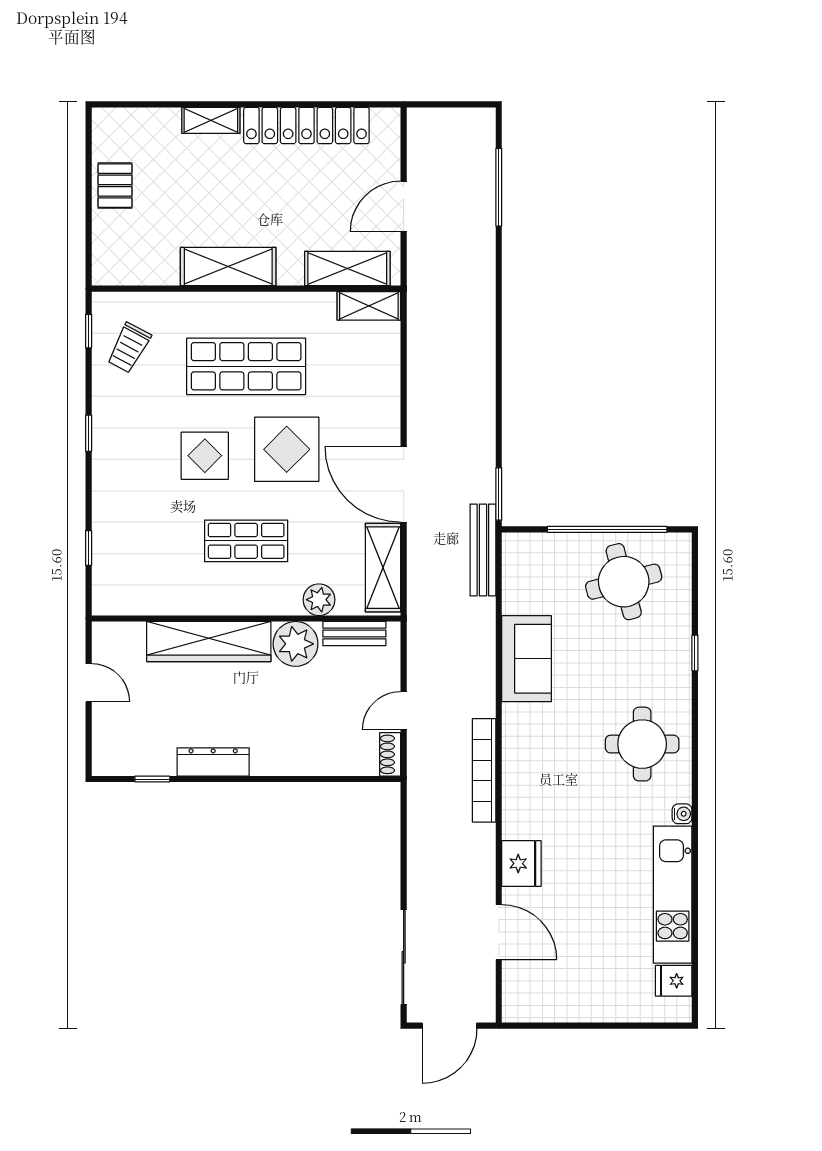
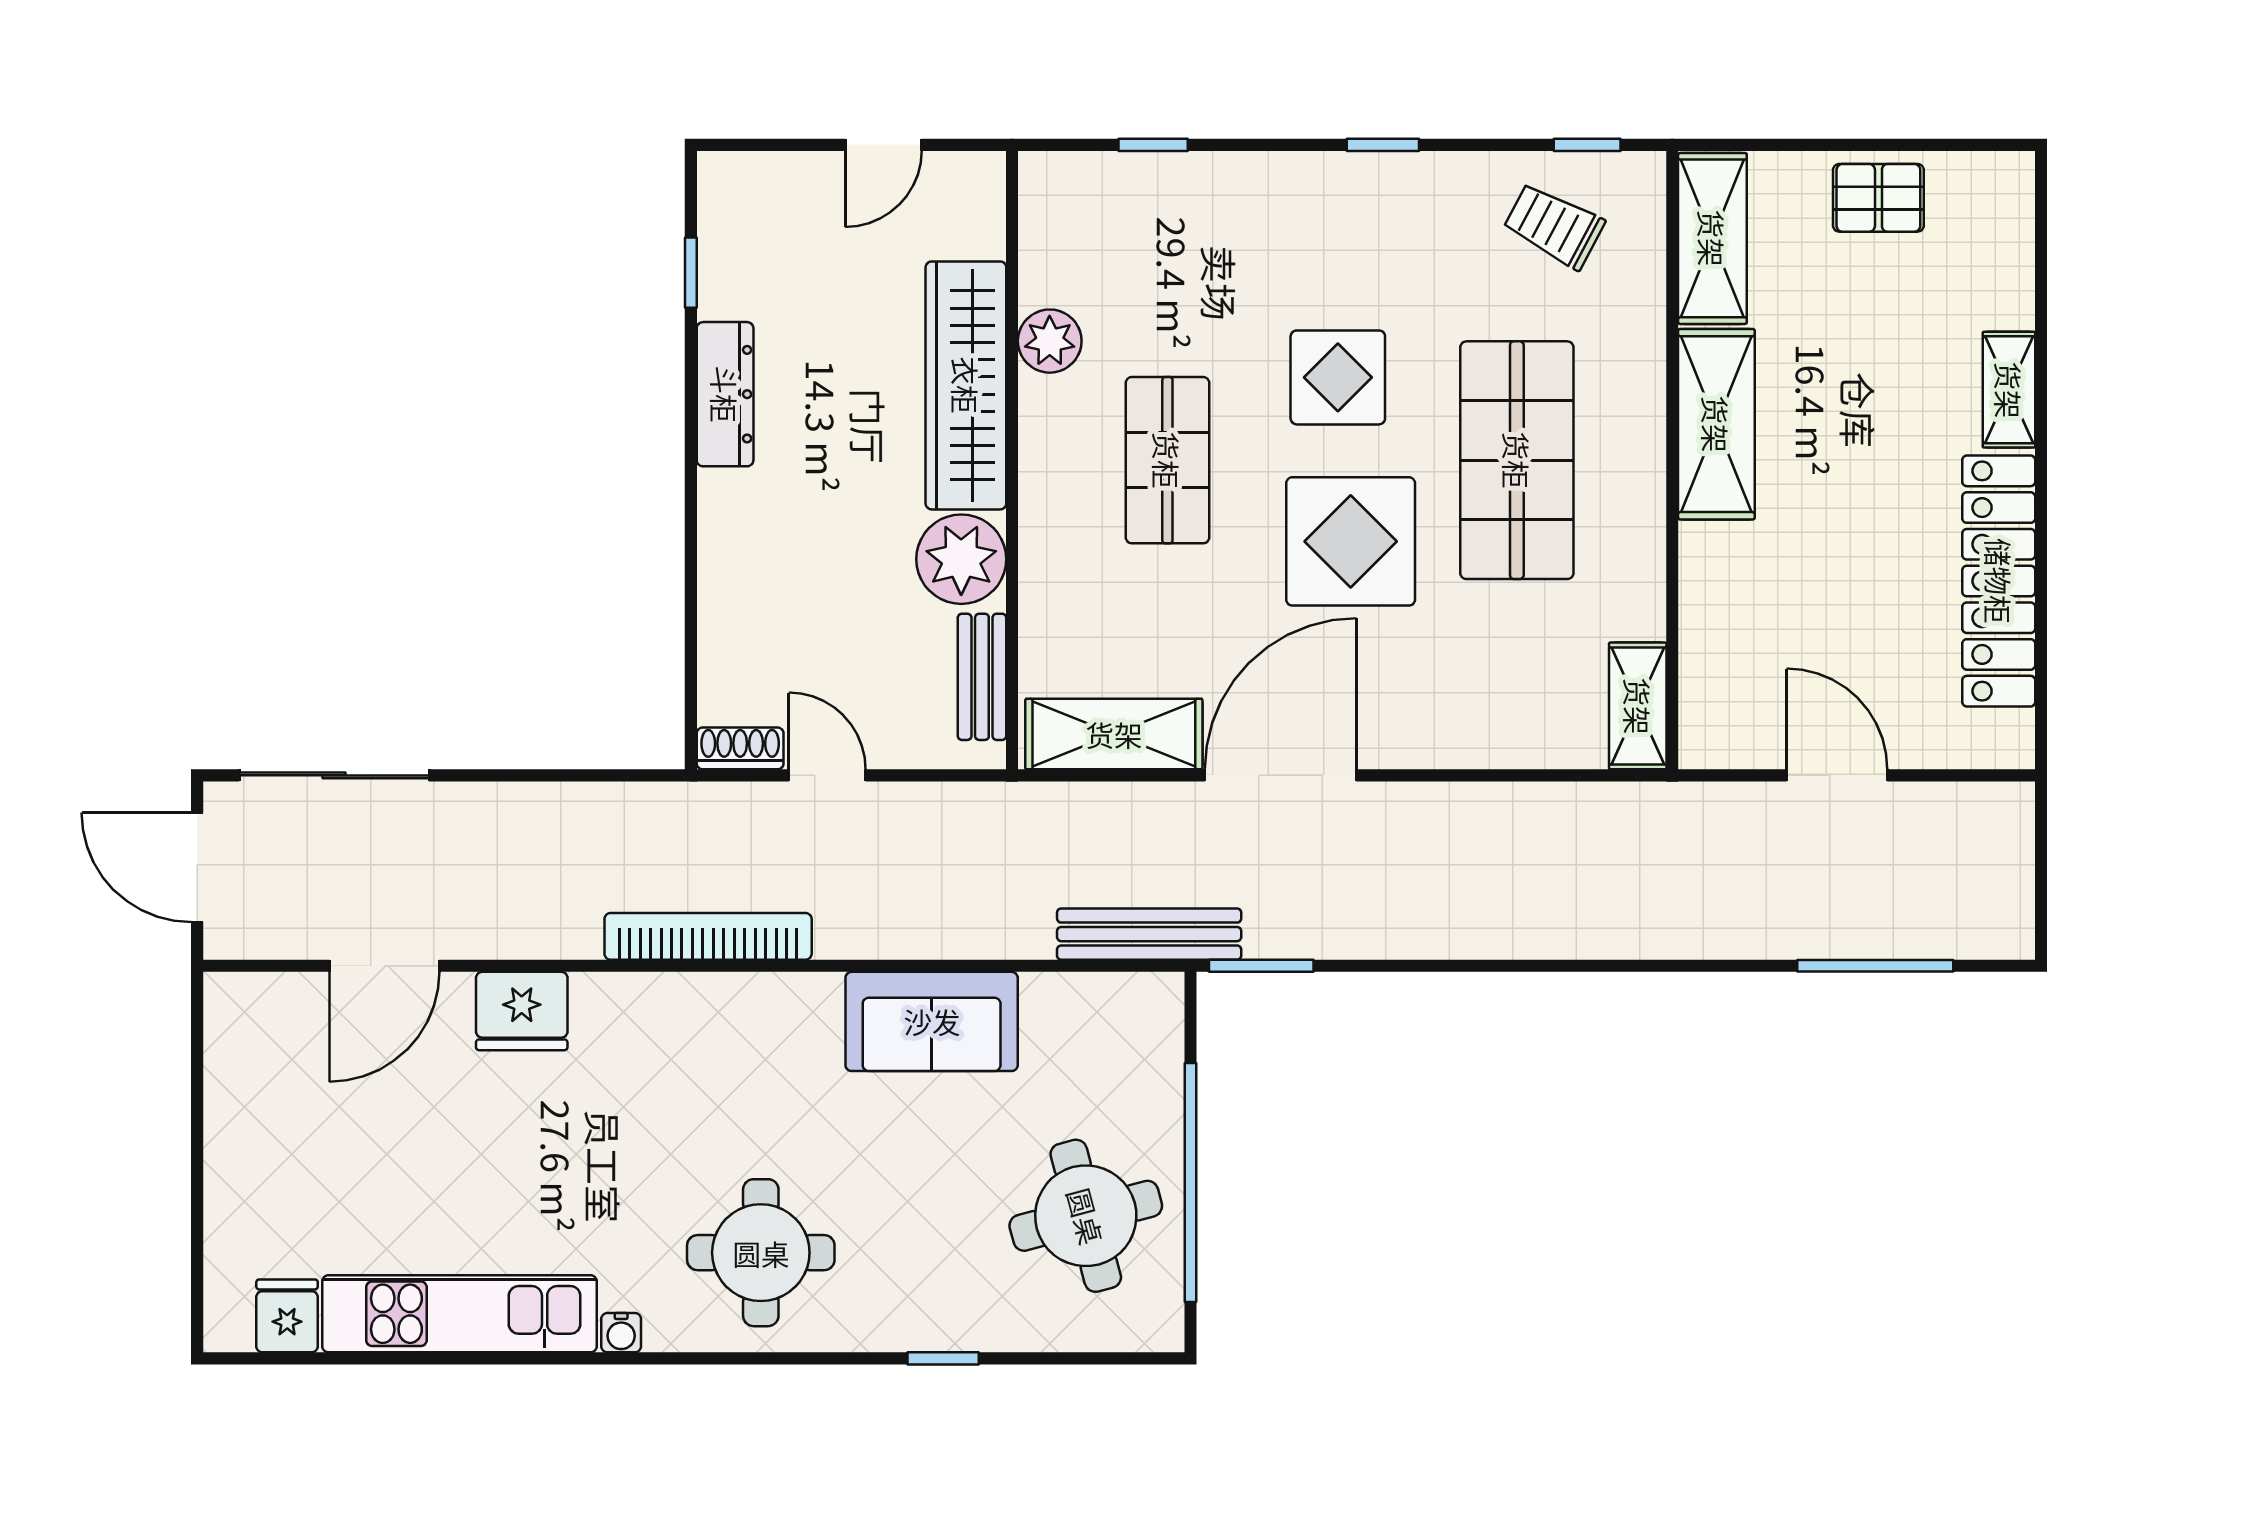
shelving: (347, 269) -> (1712, 238), moved
plant: (319, 600) -> (1050, 341), moved

